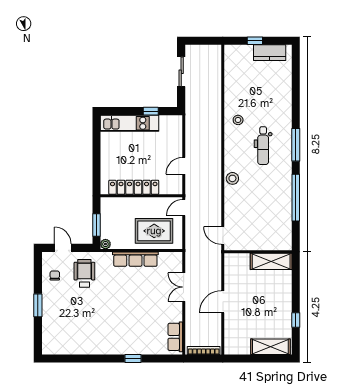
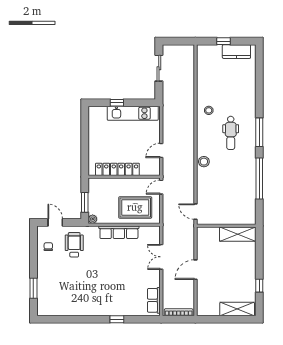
window: (151, 111) -> (117, 103), moved
kitchen unit: (129, 123) -> (133, 113), moved
window: (38, 305) -> (33, 288), moved

